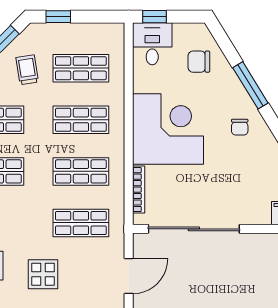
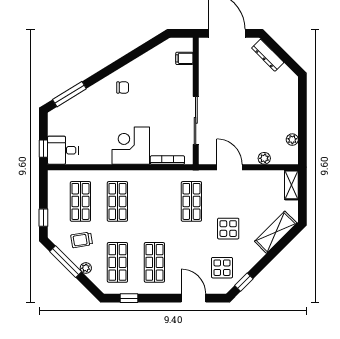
chair: (199, 62) -> (76, 117), removed
window: (250, 85) -> (69, 94), moved
corner desk: (168, 129) -> (131, 146), width x0.74, depth x0.74
shop shelf: (81, 171) -> (154, 201), removed
sliding door: (194, 229) -> (196, 120), width x0.73

